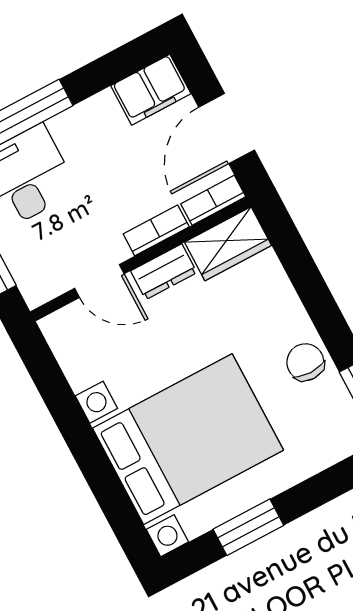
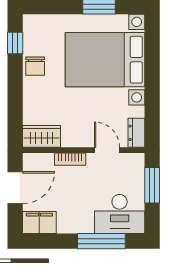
bookcase: (213, 200) -> (38, 159), removed
dresser: (164, 272) -> (136, 133), moved, turned -90

